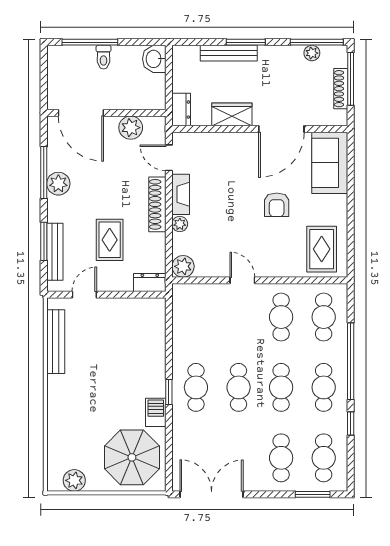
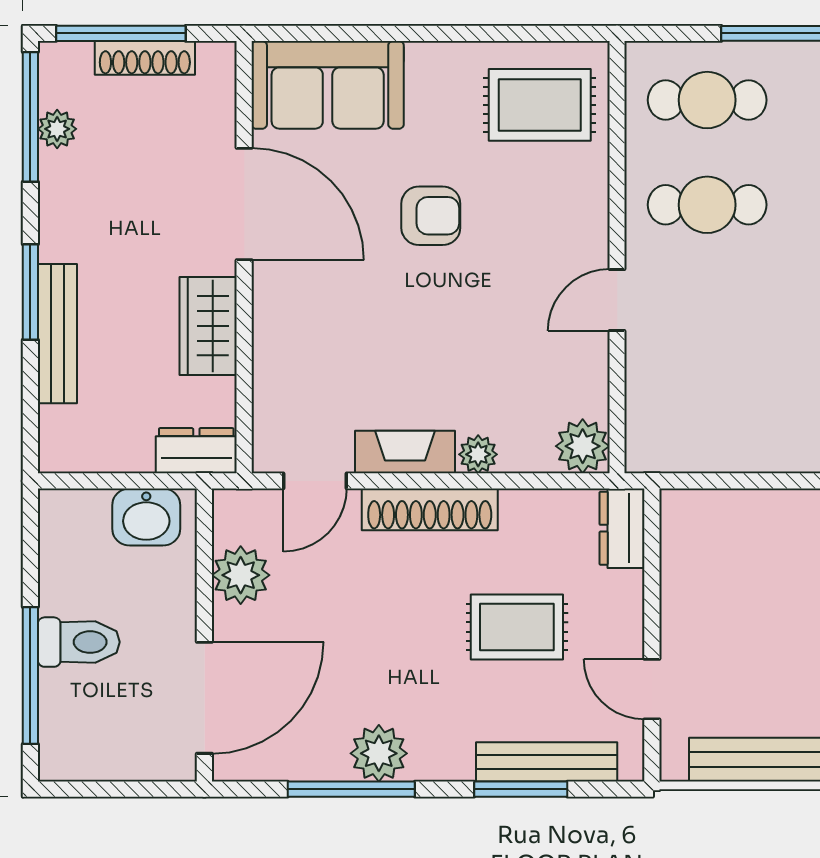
toilet: (104, 57) -> (79, 642), width x1.37, depth x1.39
washbasin: (154, 59) -> (146, 517), moved

